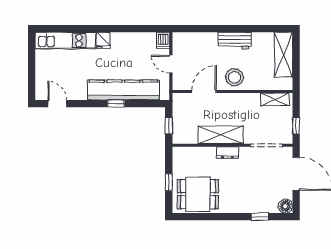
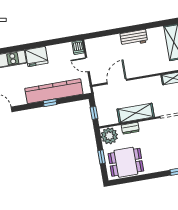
fridge: (103, 40) -> (37, 57), width x1.88, depth x1.34
stool: (234, 77) -> (139, 66), removed
dresser: (227, 153) -> (130, 128), moved
plant: (183, 158) -> (109, 136), added

